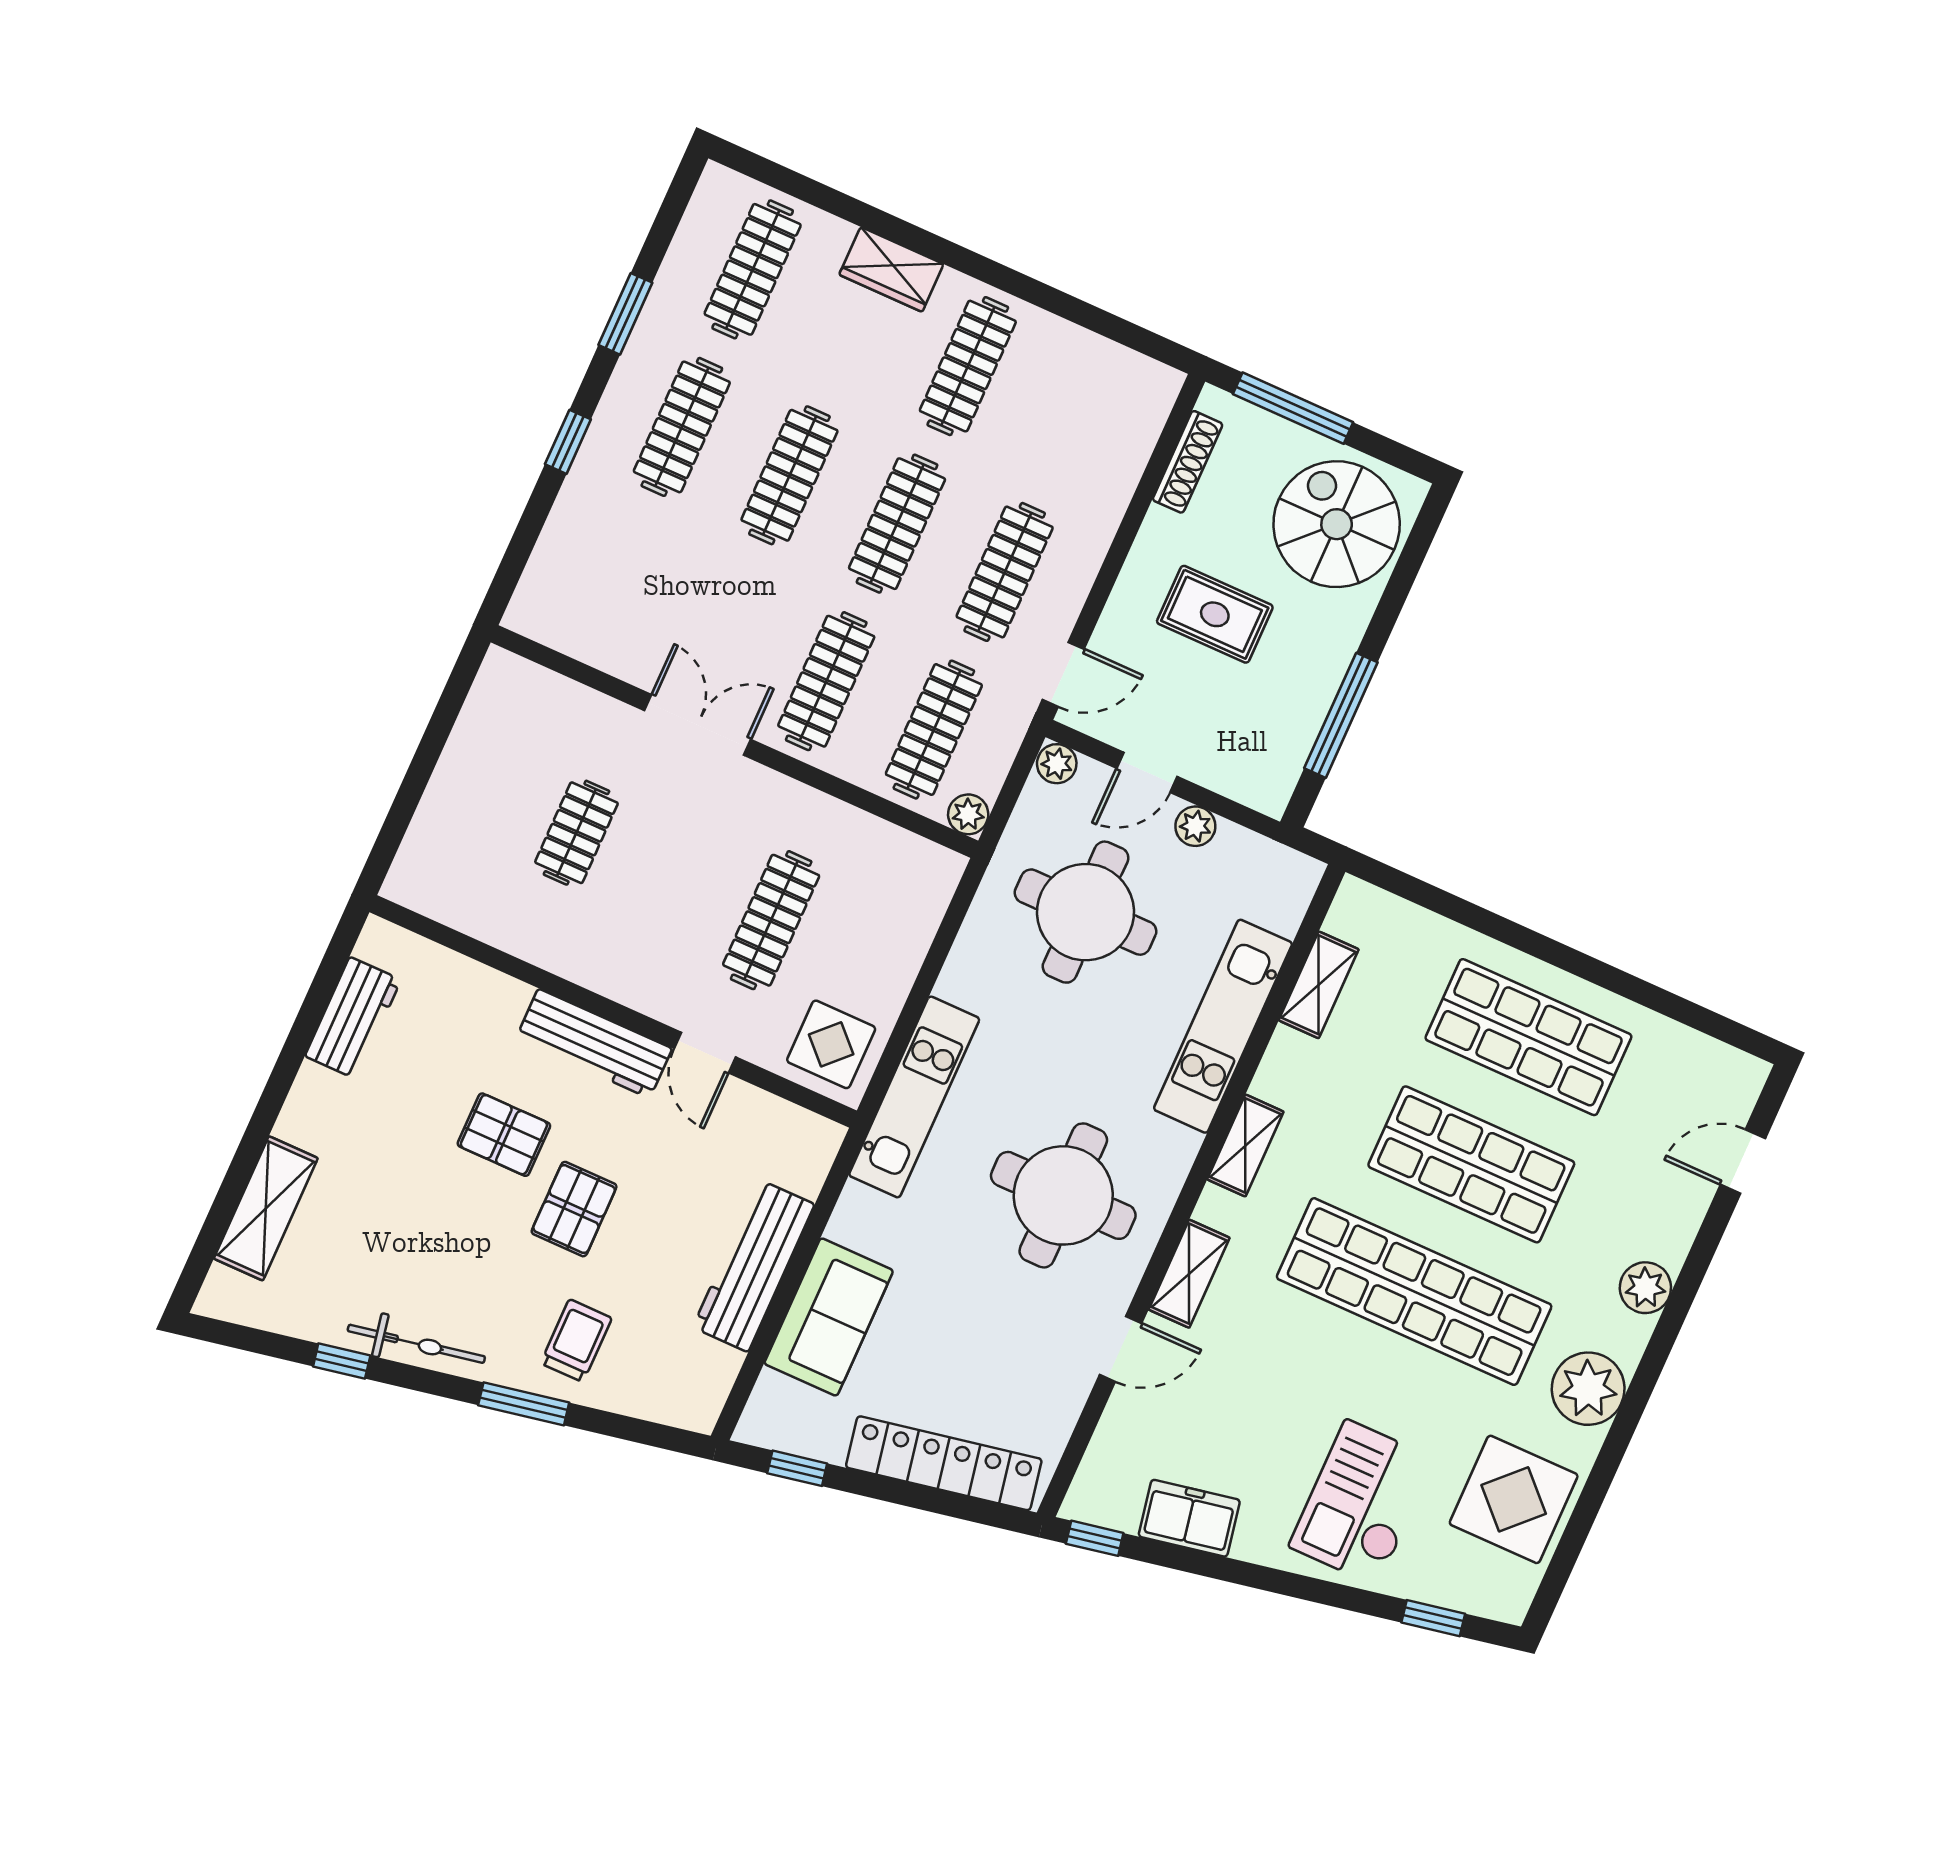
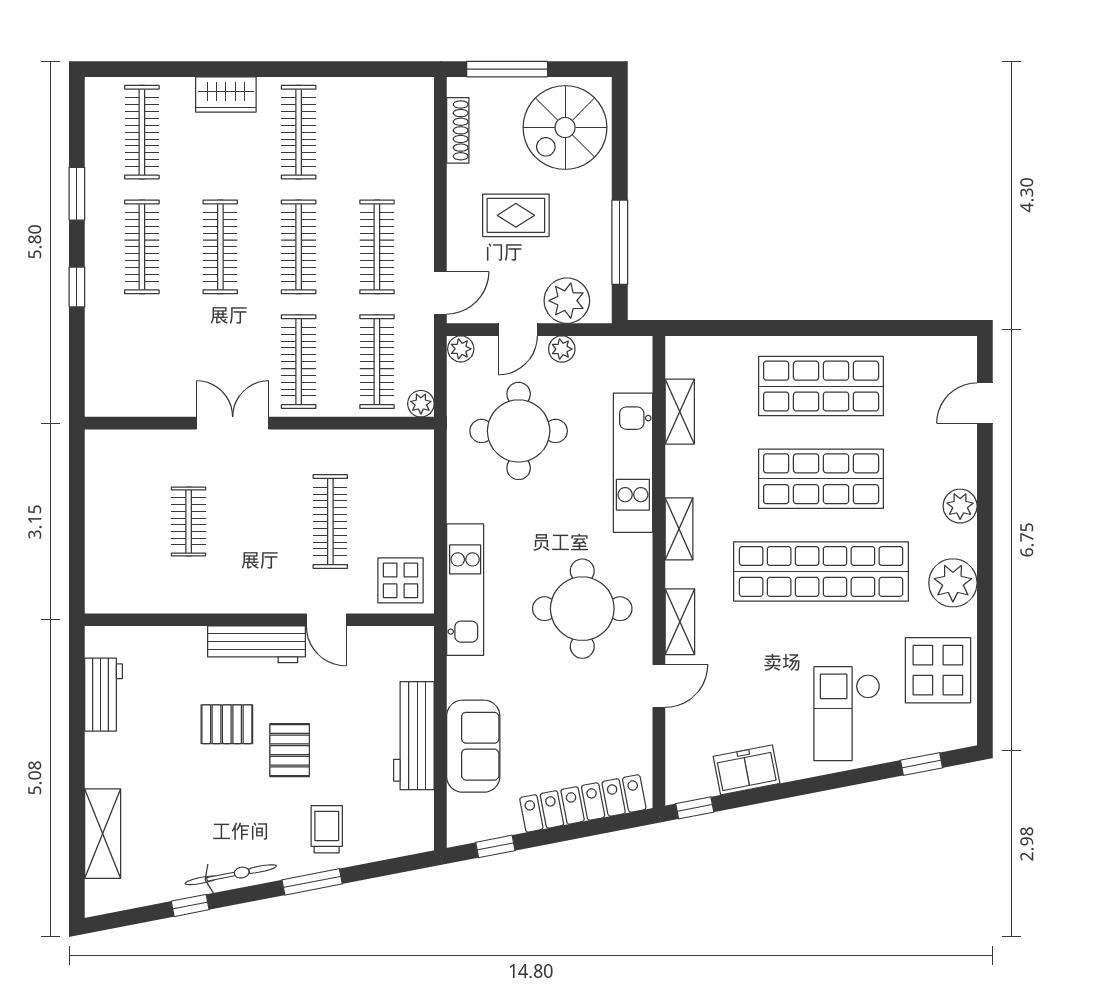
spiral stairs: (1337, 524) -> (565, 128), turned -90
plant: (1232, 763) -> (567, 301), added

